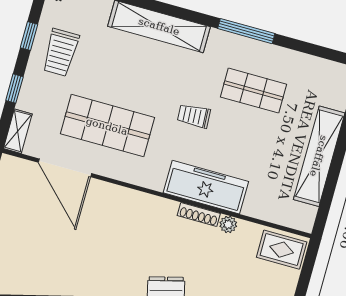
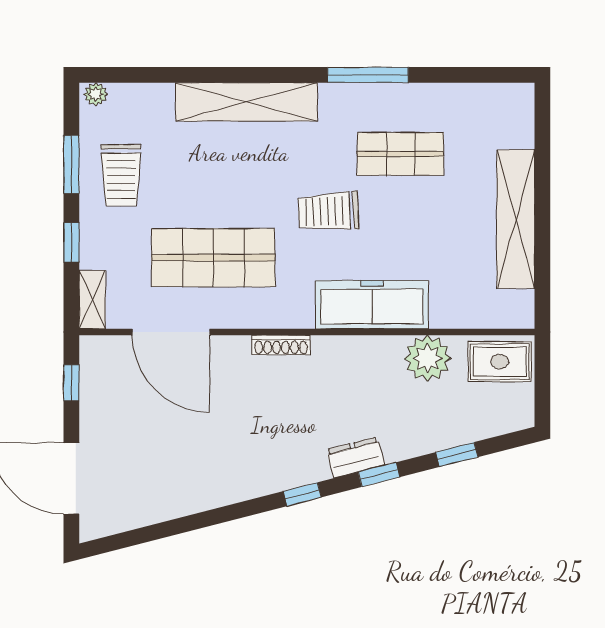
window: (29, 36) -> (71, 164), width x1.50
trolley: (194, 116) -> (328, 211), width x1.36, depth x1.39
shoe rack: (199, 215) -> (281, 345), moved
plant: (228, 224) -> (428, 358), width x1.87, depth x1.87

